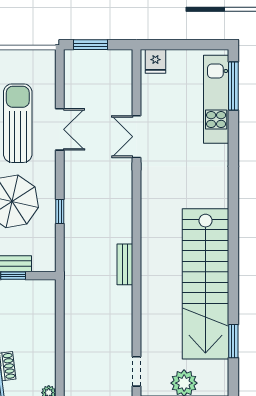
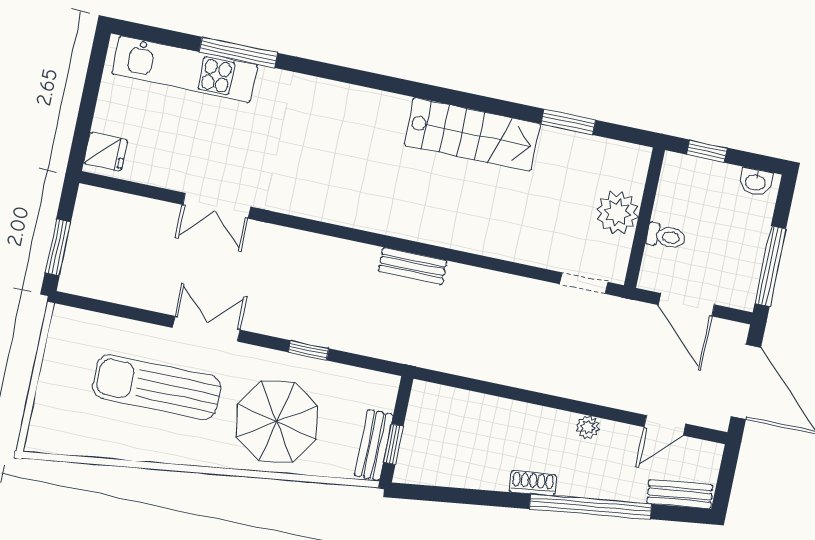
window: (233, 86) -> (238, 52), moved
double door: (60, 129) -> (206, 329), moved
stairs: (205, 284) -> (472, 134), width x0.54, depth x0.66

